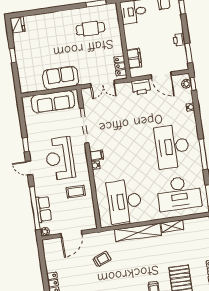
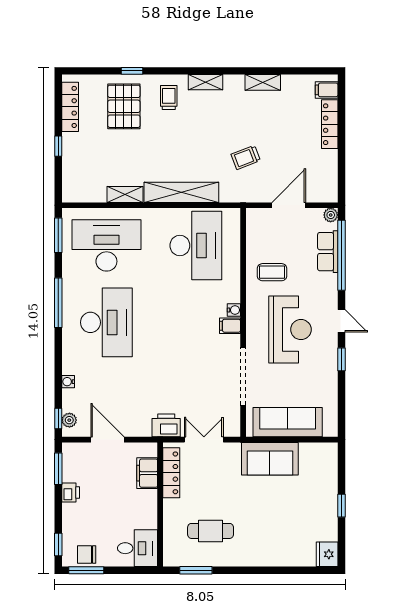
locker: (120, 66) -> (171, 473), width x1.53
printer: (141, 87) -> (166, 425), moved

